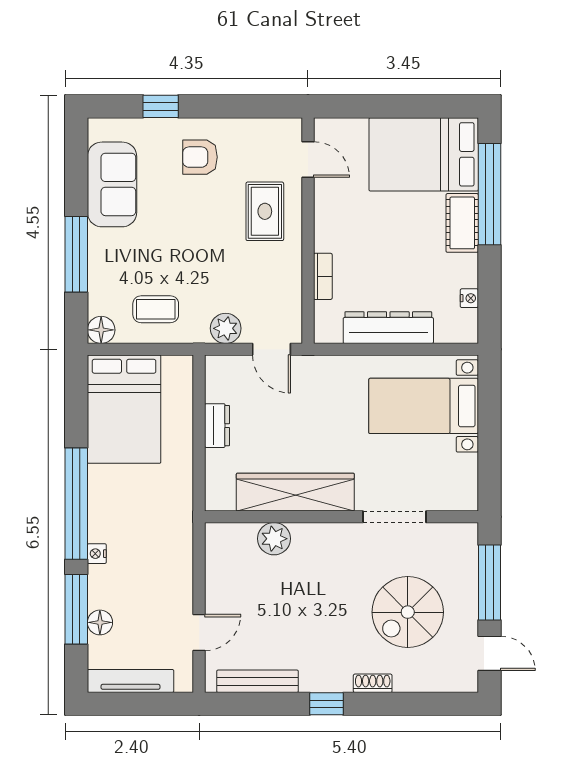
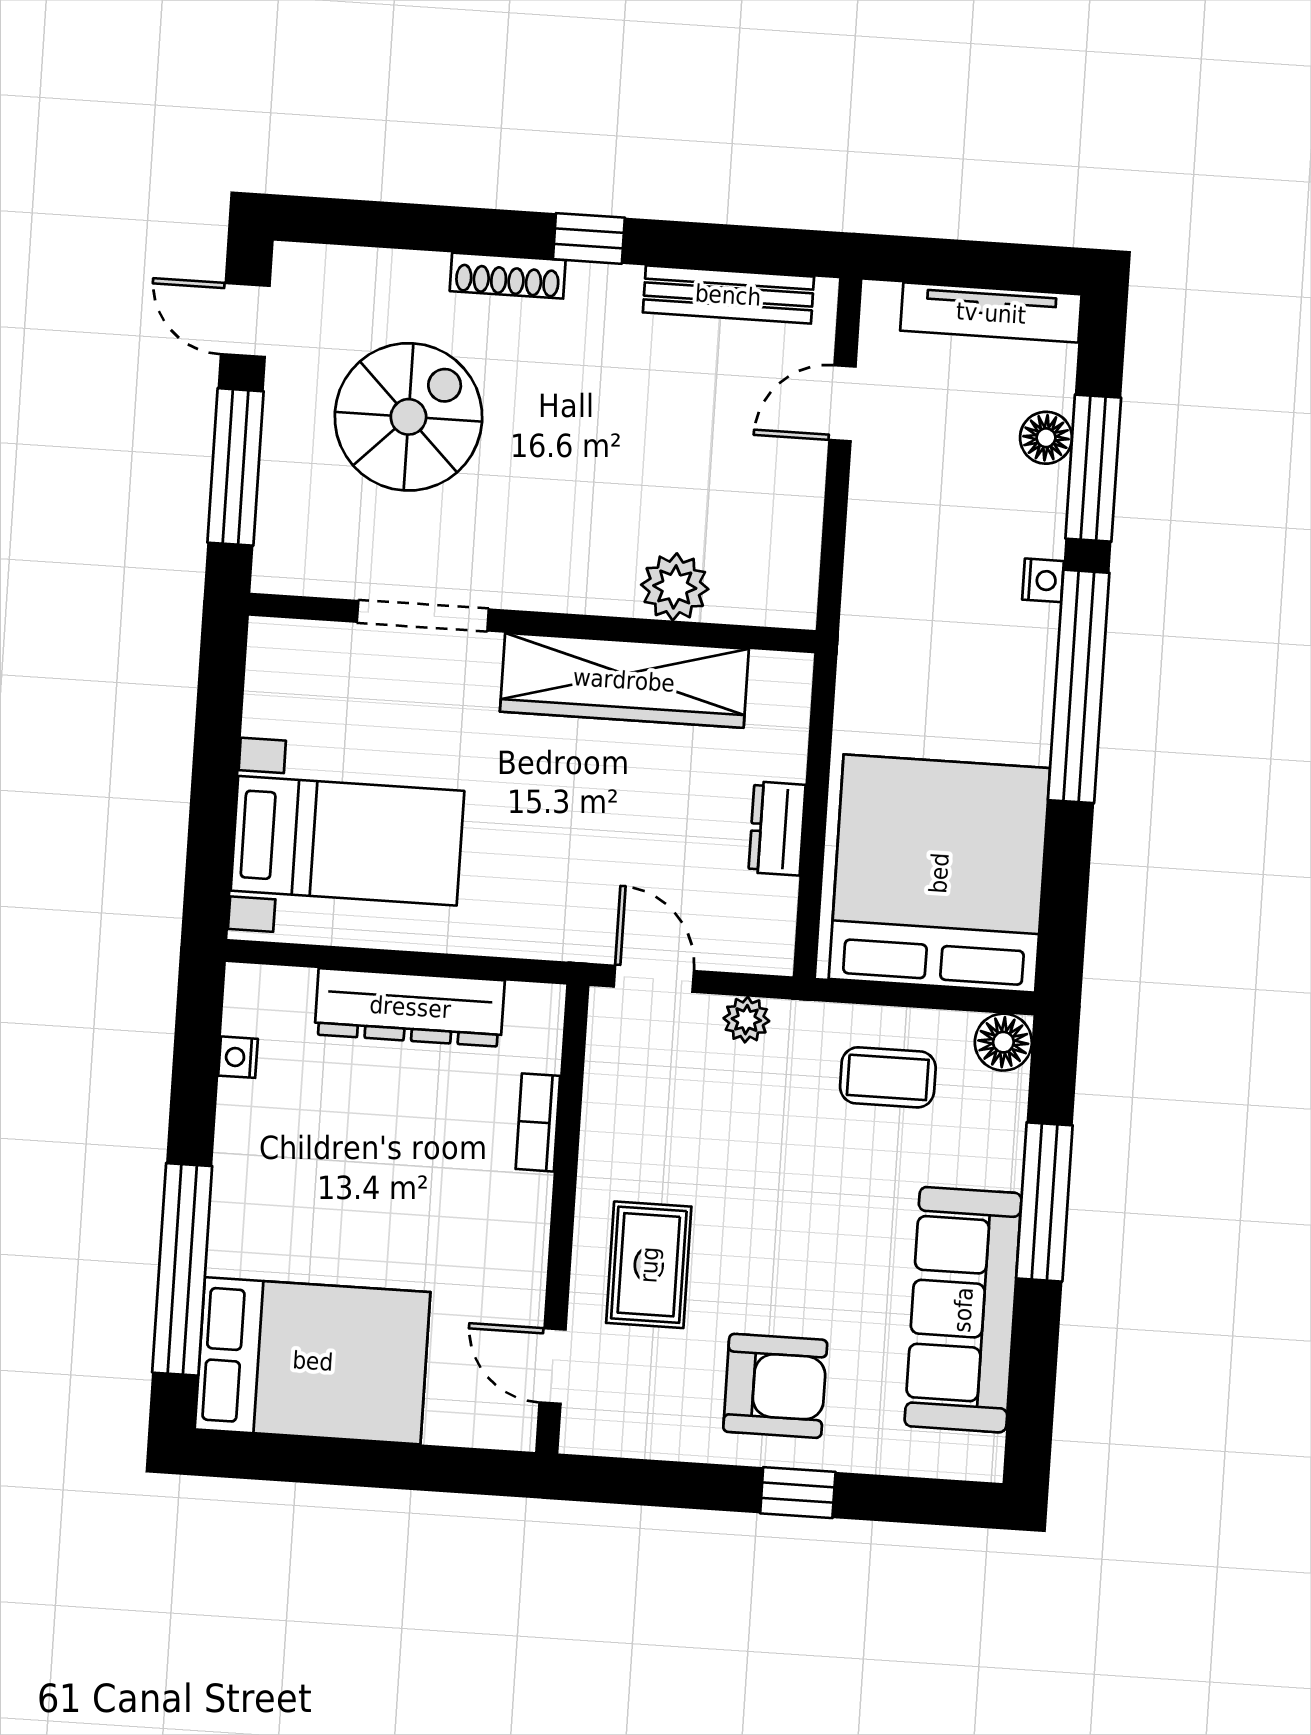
window: (161, 106) -> (798, 1493), moved
armchair: (200, 157) -> (775, 1386), width x1.38, depth x1.38
sofa: (112, 184) -> (963, 1310), width x1.36
cot: (462, 223) -> (242, 1214), removed
plant: (226, 328) -> (746, 1020), width x0.73, depth x0.73
bed: (124, 409) -> (939, 873), width x1.36
shoe rack: (373, 683) -> (508, 276), width x1.43

